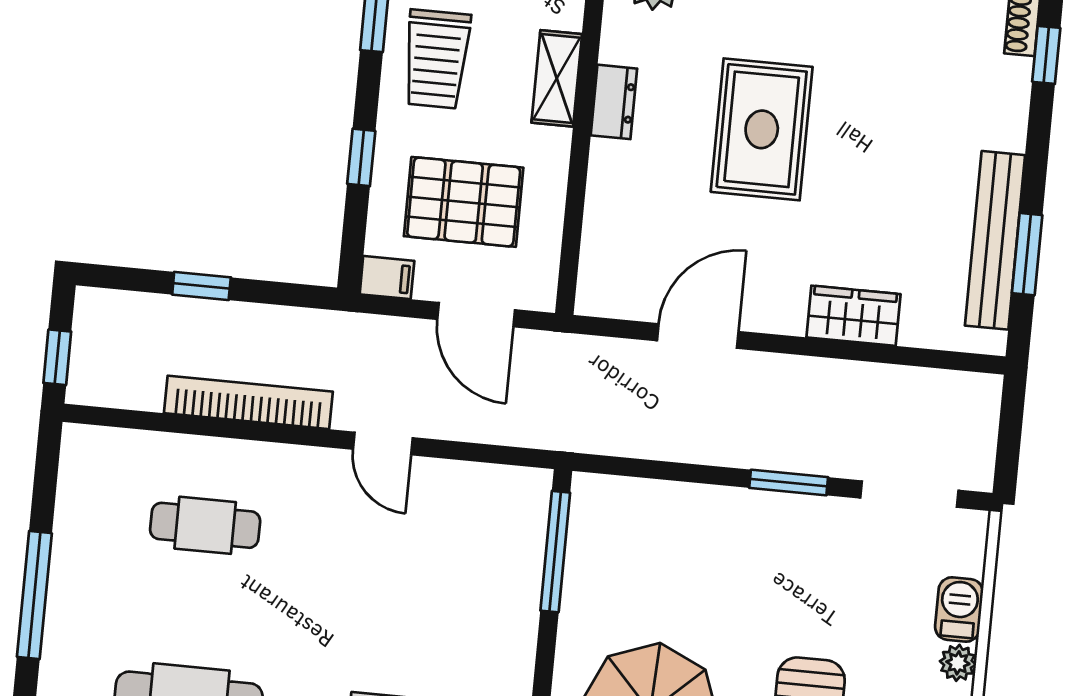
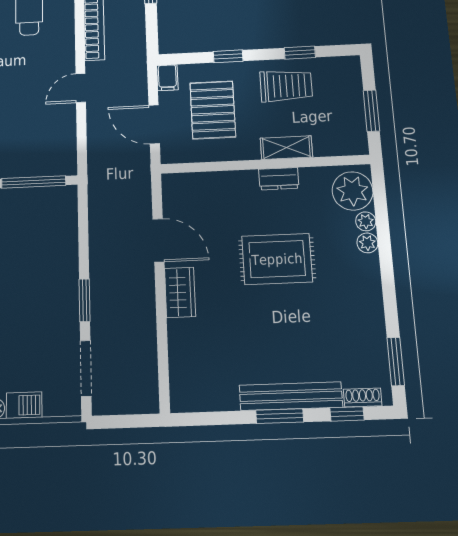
trolley: (436, 59) -> (286, 86), turned 180
bench: (995, 240) -> (291, 396), moved
window: (1027, 254) -> (280, 416), moved
door: (476, 315) -> (154, 124), hinge flipped
wardrobe: (853, 316) -> (180, 292), moved

